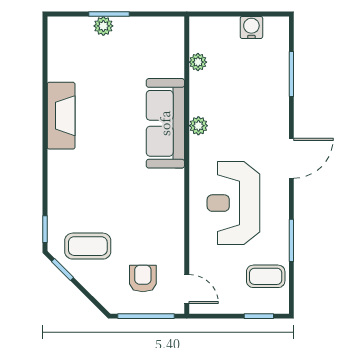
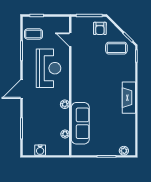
plant: (103, 26) -> (124, 151), moved
fireplace: (61, 116) -> (129, 98), moved
sofa: (165, 123) -> (80, 123), moved
armchair: (143, 278) -> (100, 28), moved
door: (187, 289) -> (70, 40), moved

